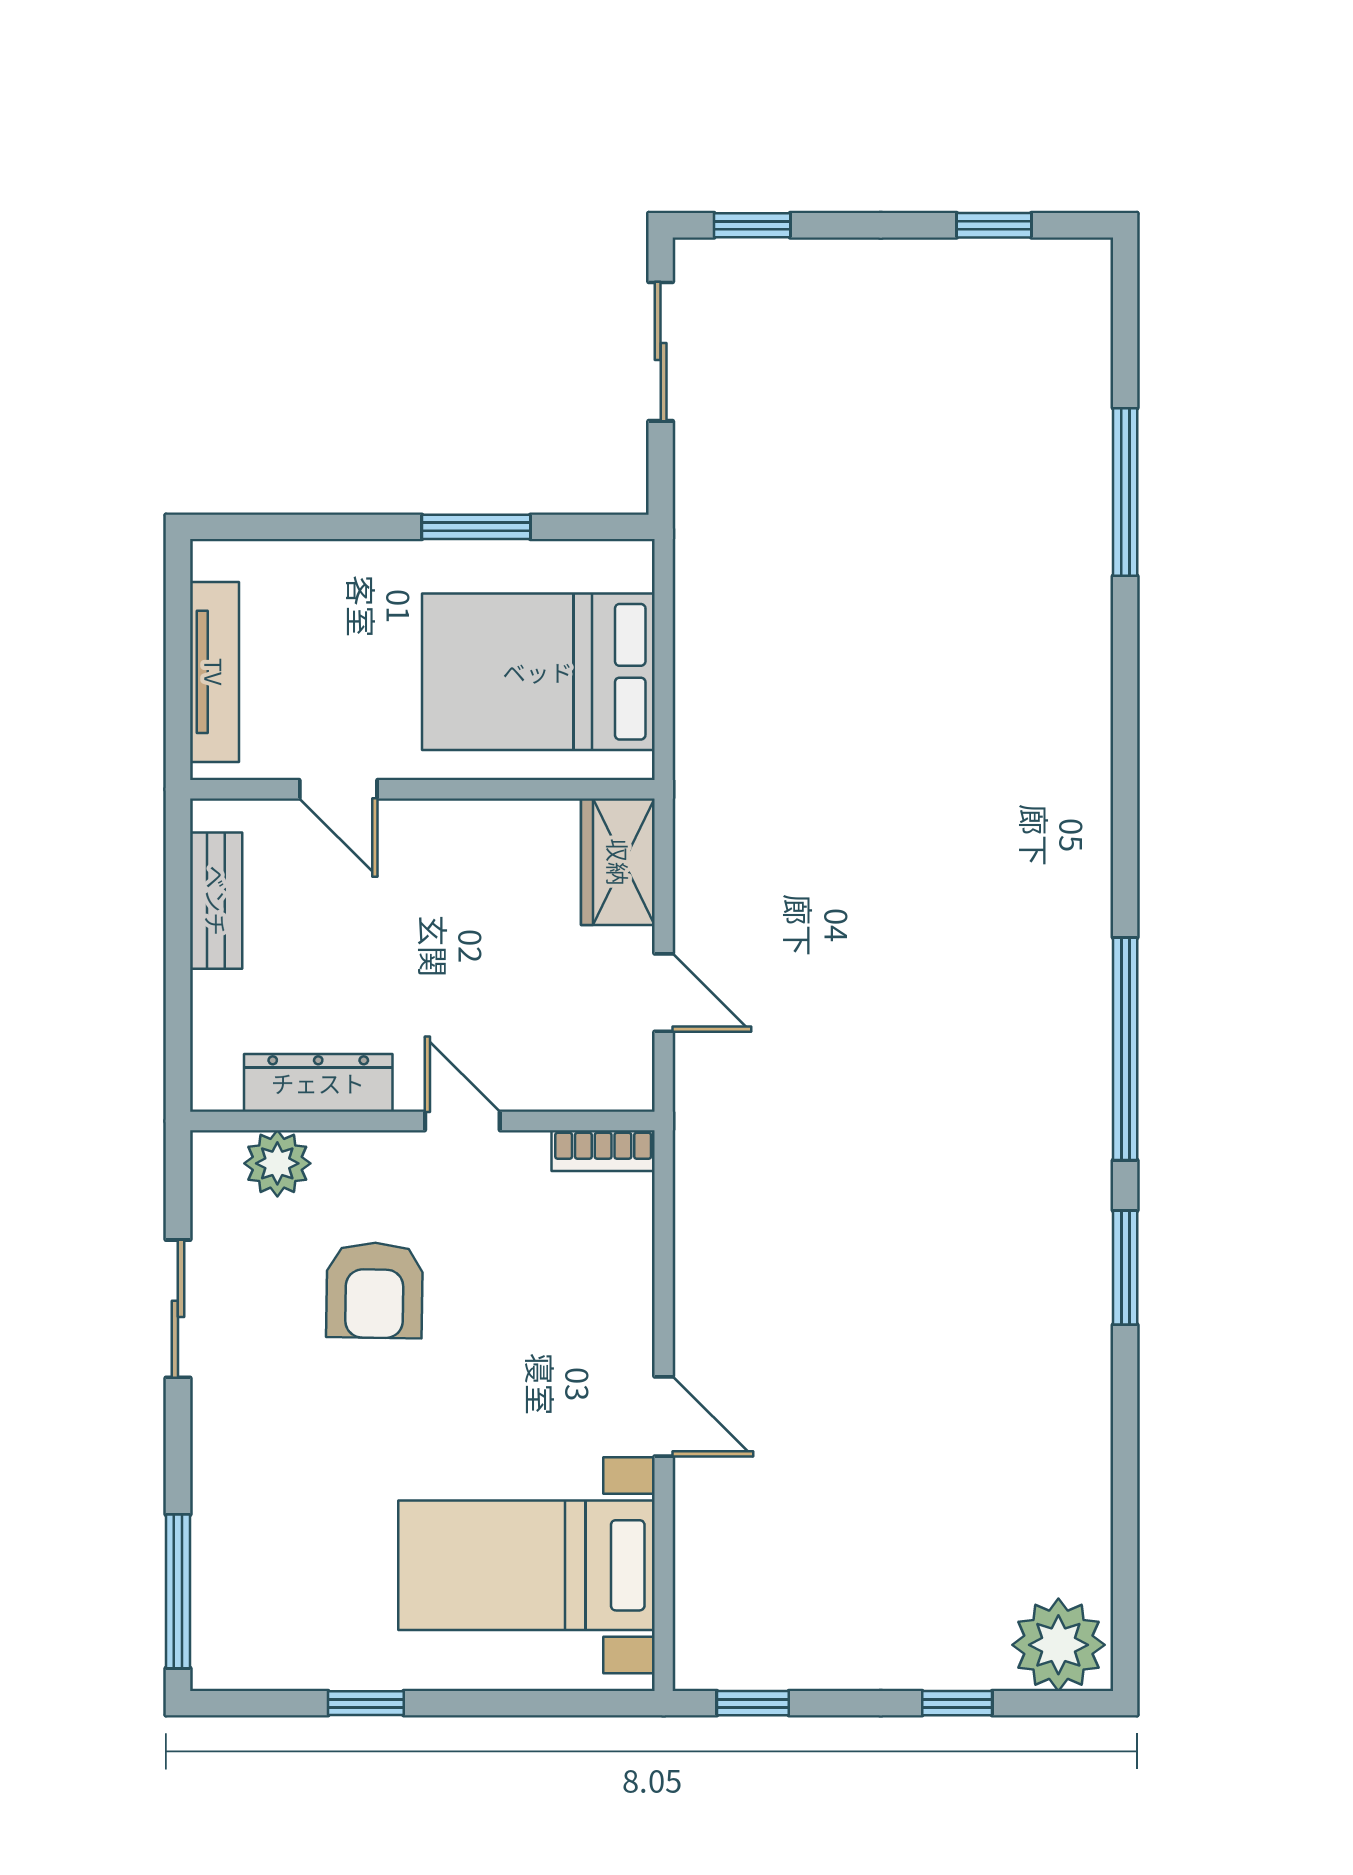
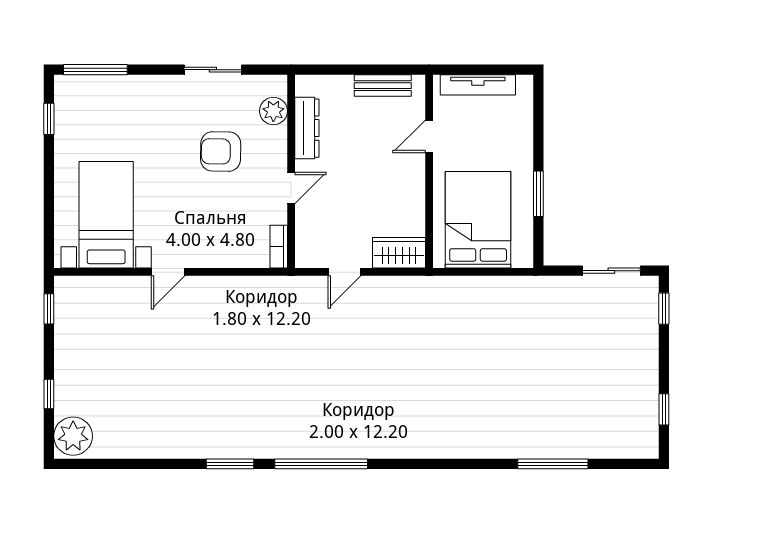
window: (366, 1703) -> (49, 119), moved

